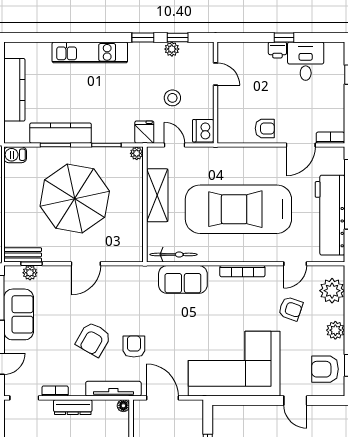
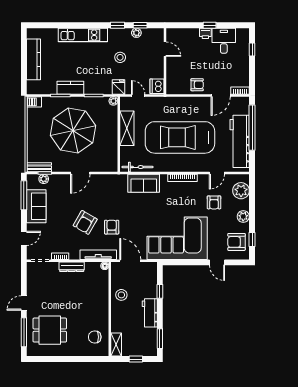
stool: (172, 98) -> (120, 57), moved
kitchen counter: (61, 133) -> (70, 88), width x0.67
armchair: (291, 309) -> (214, 202), turned 71

